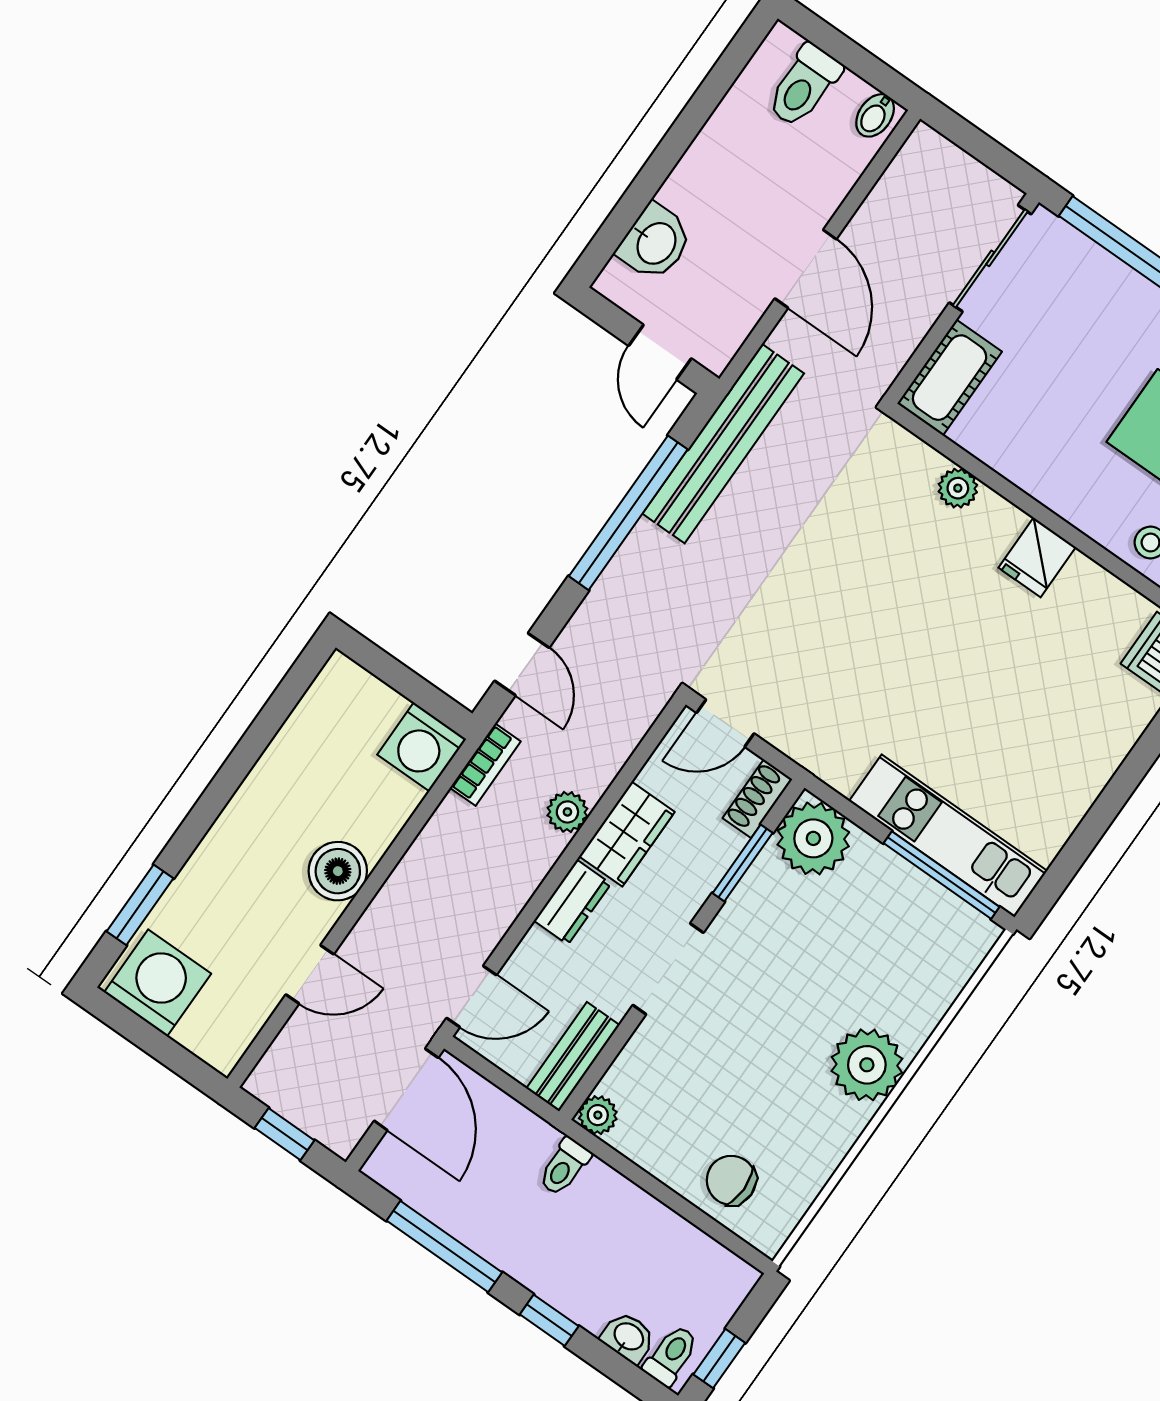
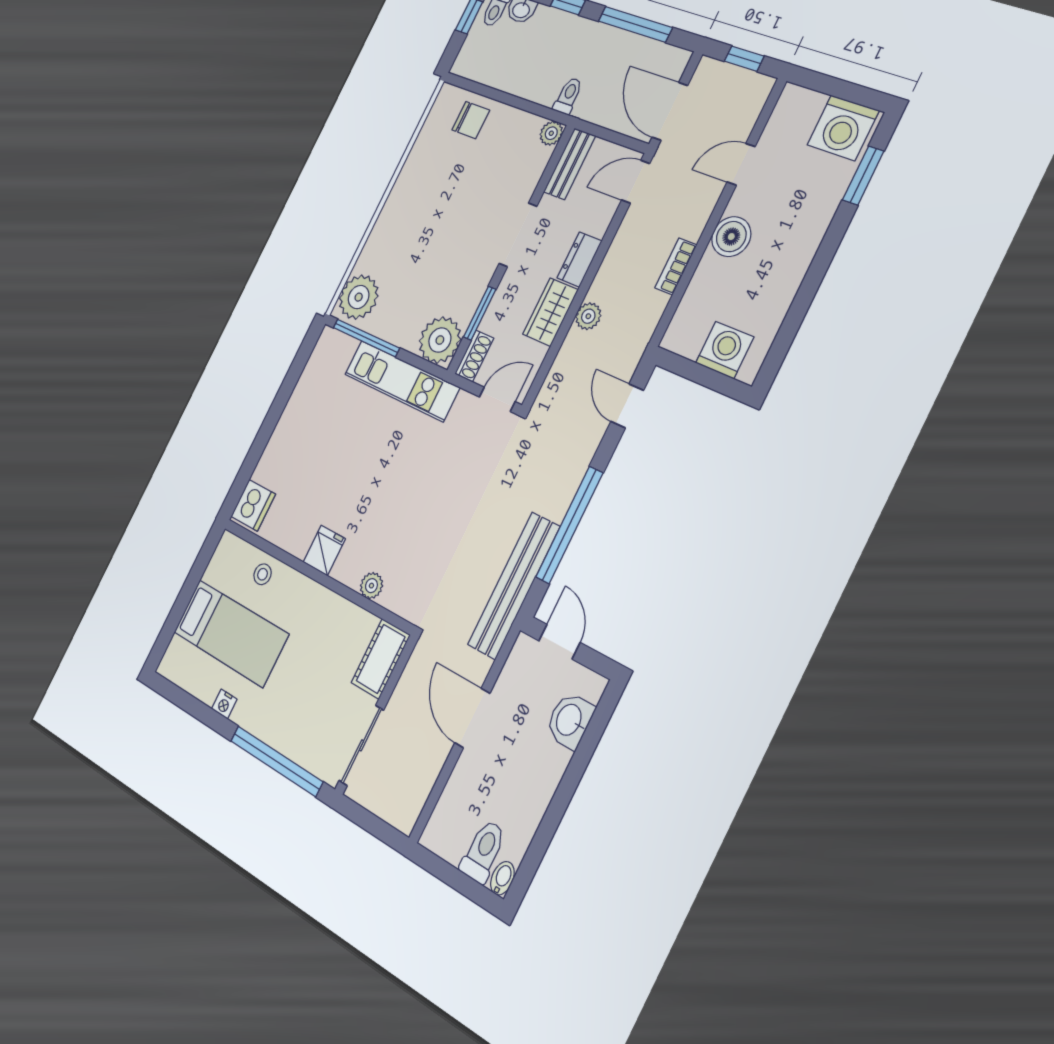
bidet: (875, 115) -> (502, 878), moved
washing machine: (422, 747) -> (725, 350), moved
bookcase: (485, 765) -> (676, 266), moved
kitchen unit: (948, 836) -> (402, 381), moved
plant: (867, 1065) -> (359, 297), moved

